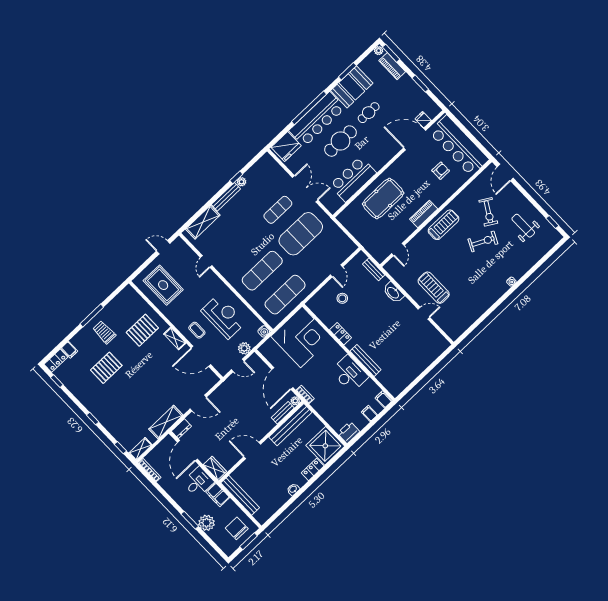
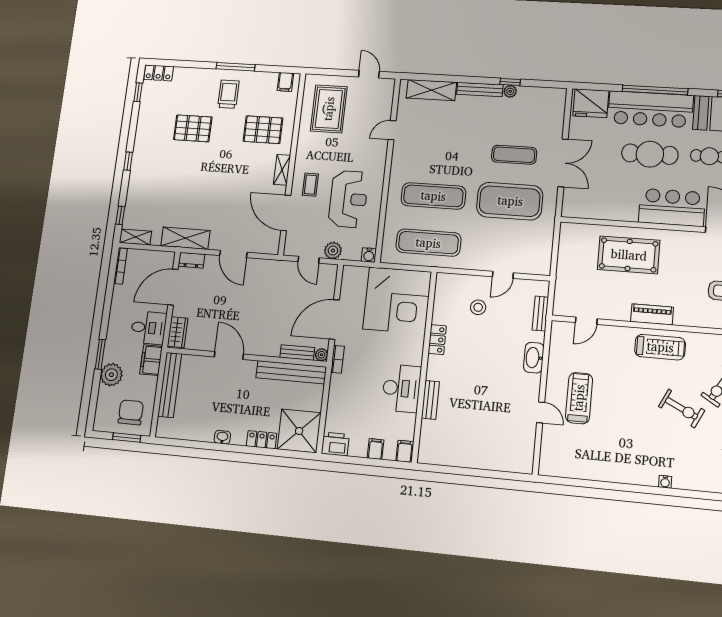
bar counter: (353, 179) -> (672, 207), moved
filing cabinet: (69, 350) -> (285, 82), moved
bench: (365, 360) -> (430, 400), width x0.73

